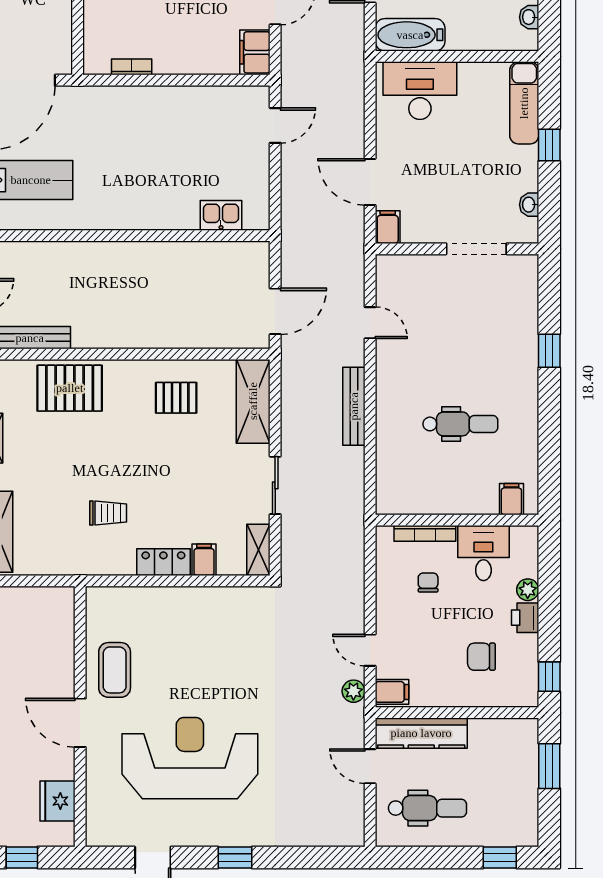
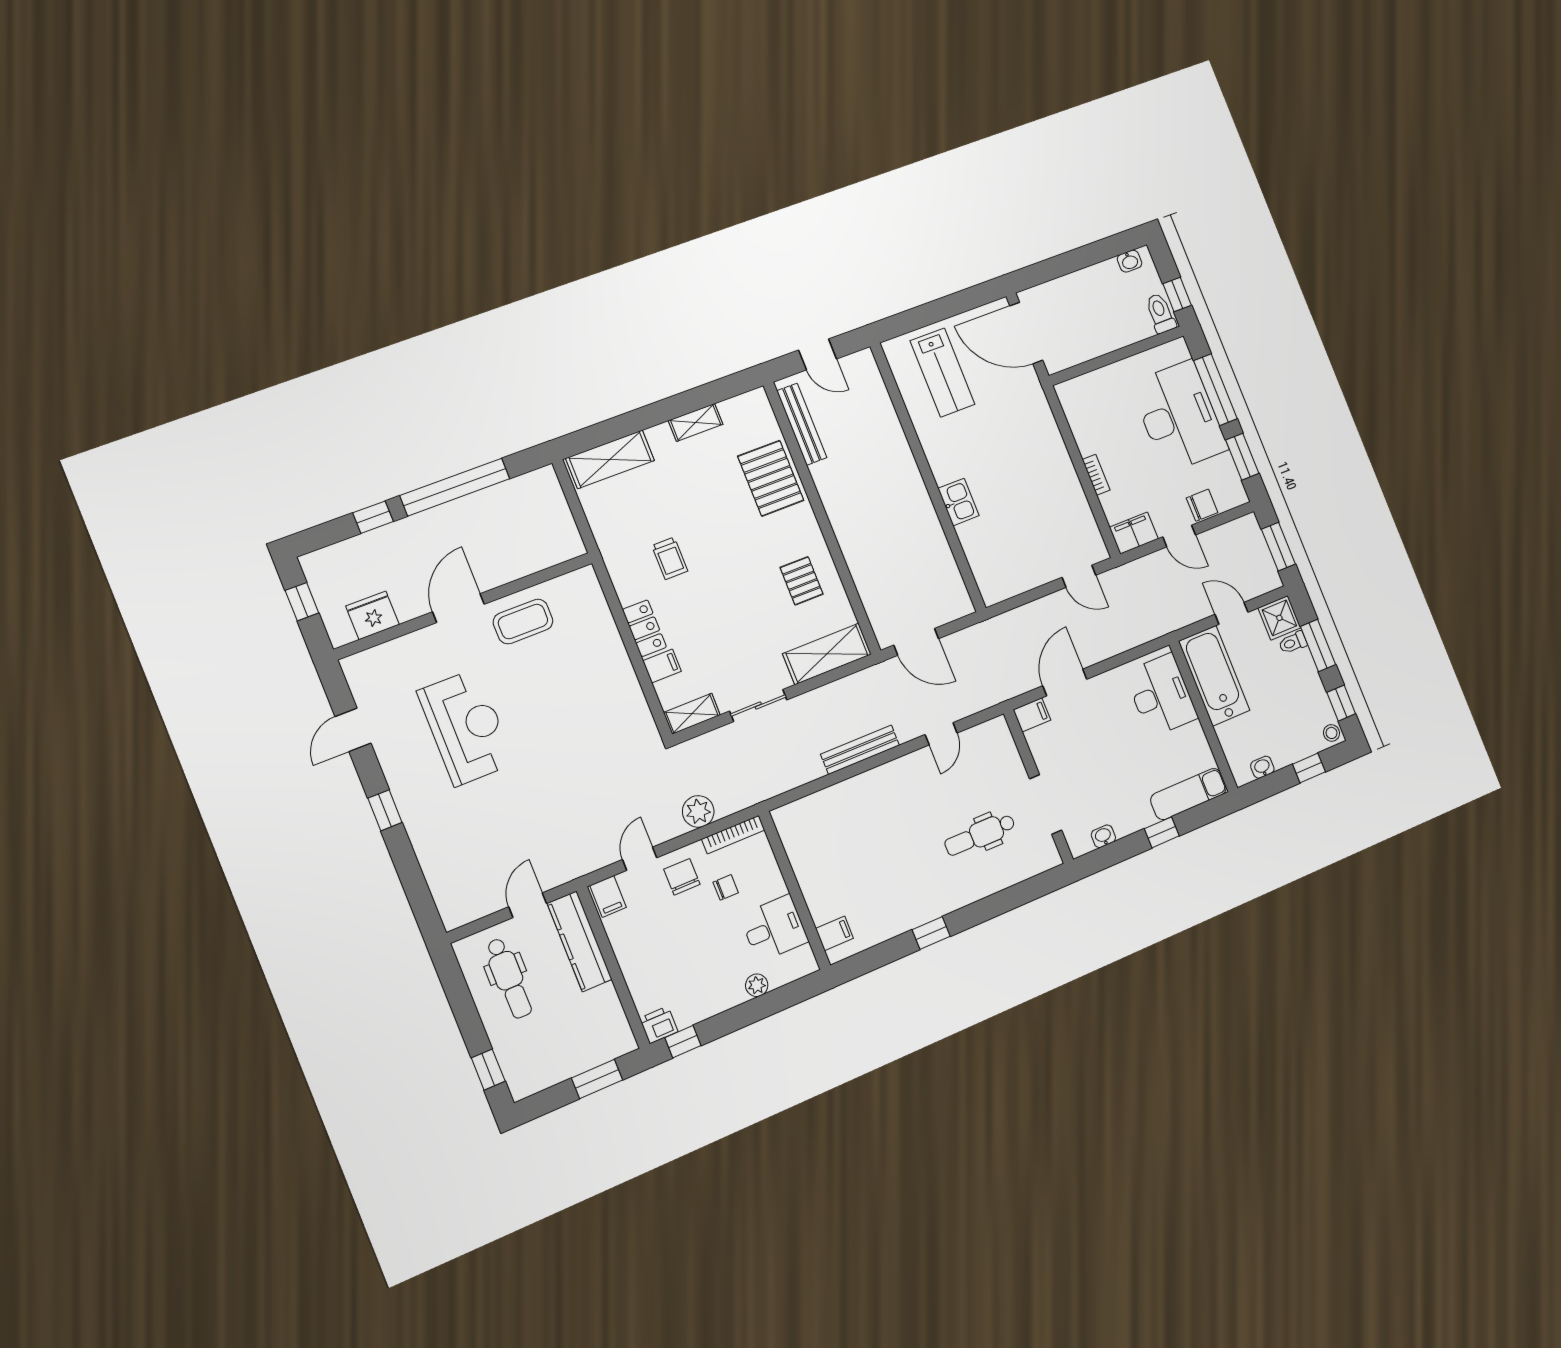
bathtub: (410, 35) -> (1214, 676), width x1.36, depth x1.36
bookcase: (132, 67) -> (1096, 475), moved
kitchen sink: (221, 215) -> (959, 502), moved
window: (549, 351) -> (931, 933), moved
dental chair: (460, 424) -> (980, 835), moved, turned 90
bookcase: (425, 533) -> (733, 835), moved, turned -90
printer: (525, 618) -> (659, 1025), moved
chair: (481, 657) -> (682, 877), moved
plant: (353, 691) -> (698, 811), moved, width x1.38, depth x1.38
reception desk: (190, 758) -> (466, 727), width x0.74, depth x0.77

